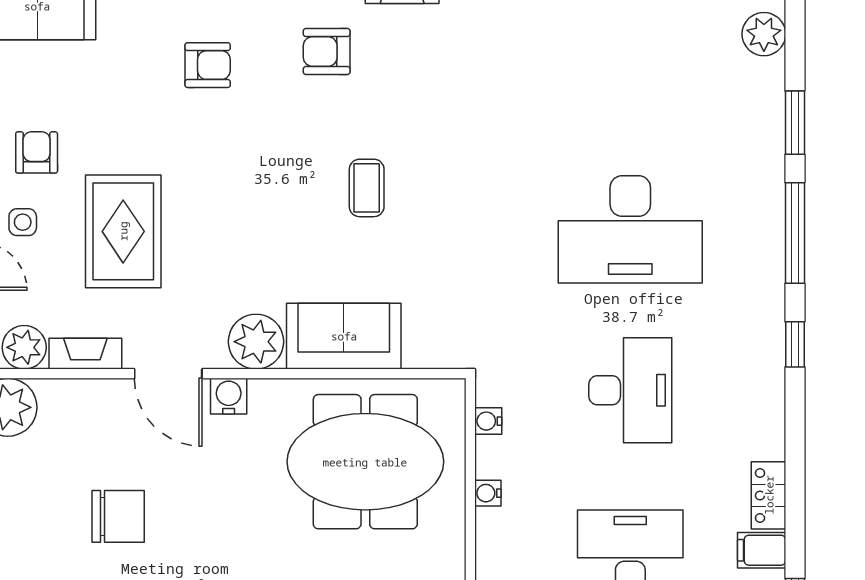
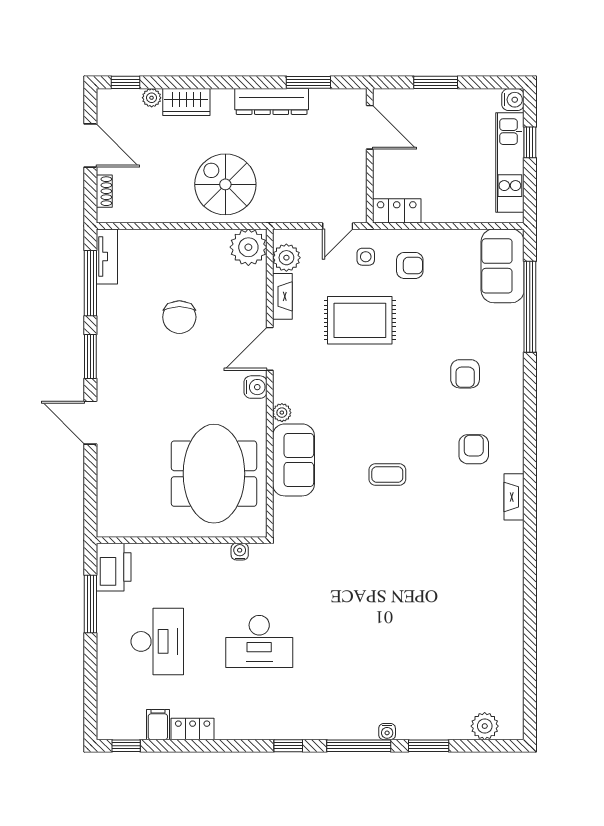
desk: (630, 229) -> (361, 641), removed
plant: (256, 342) -> (282, 413), width x0.53, depth x0.53
water cooler: (488, 493) -> (387, 732), moved, turned 180

